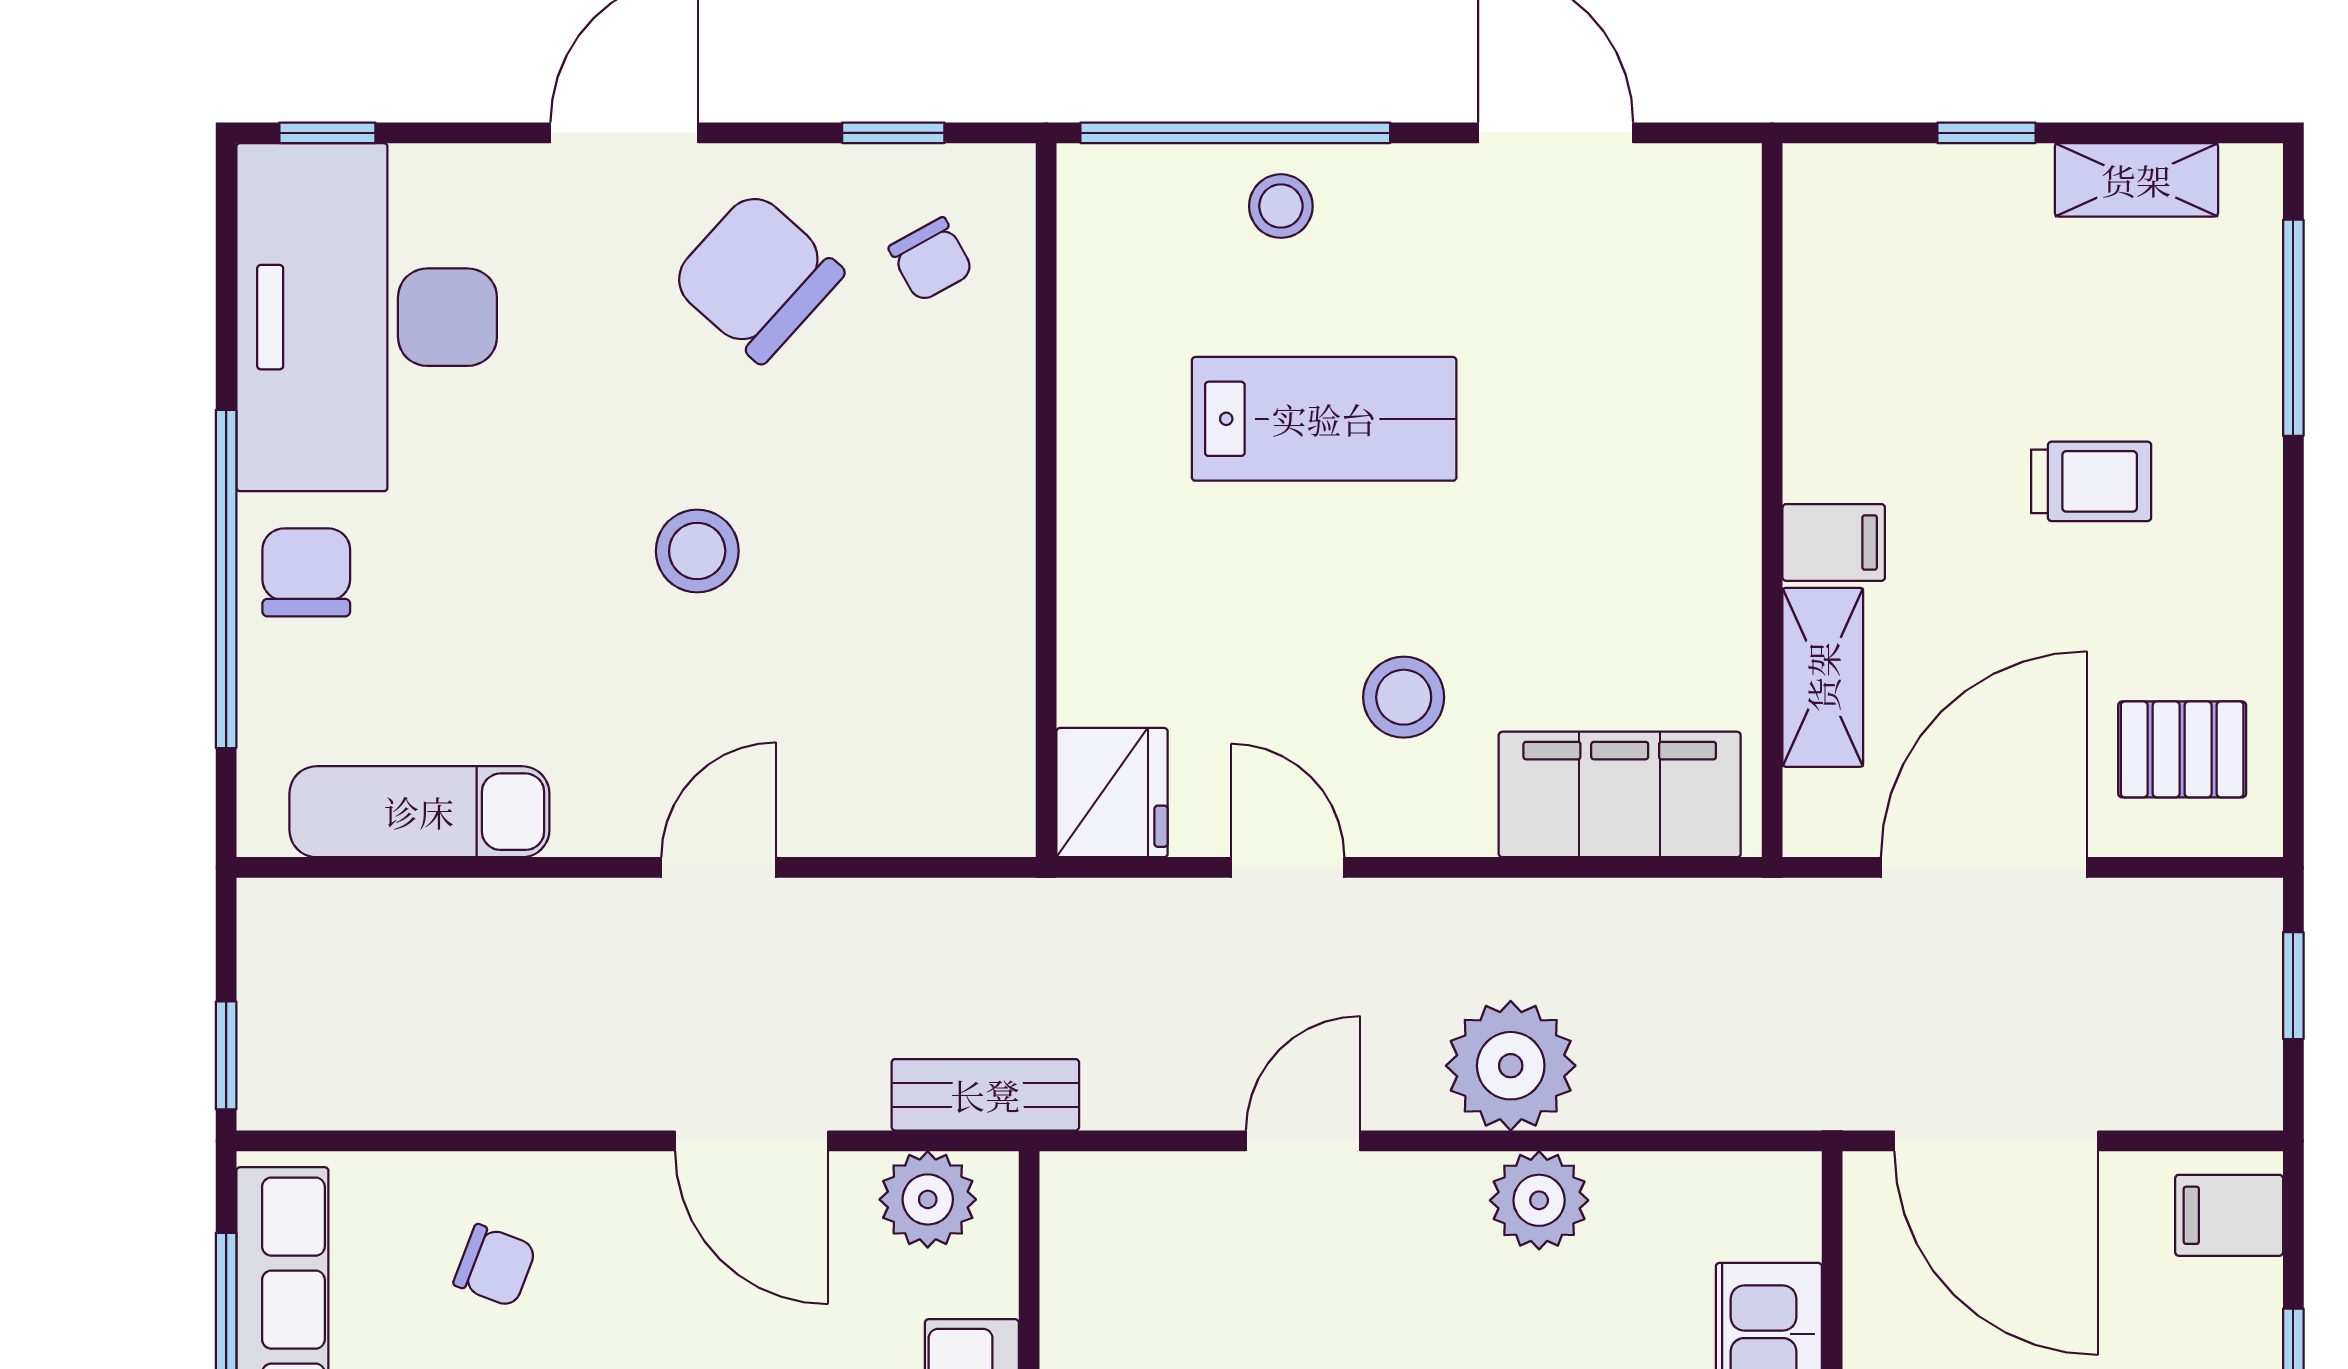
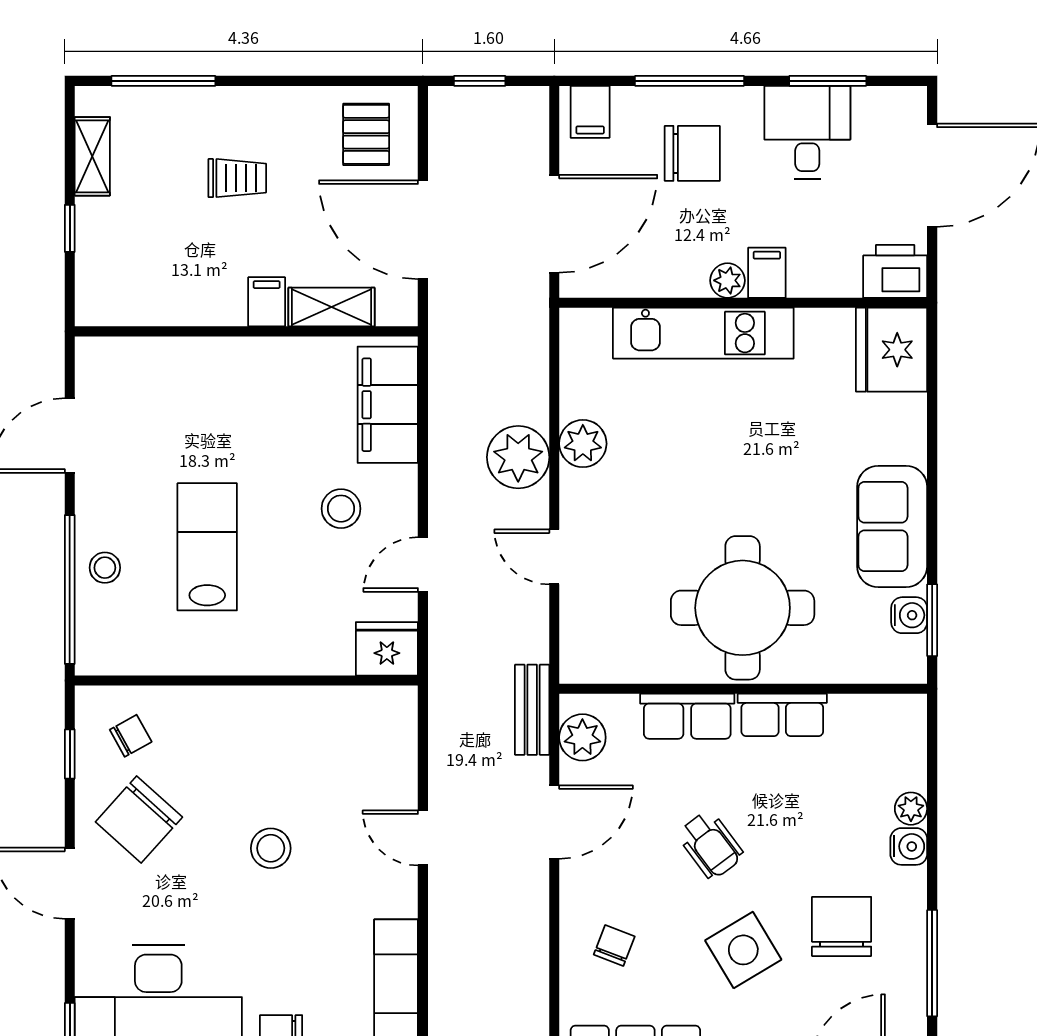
trolley: (2091, 481) -> (237, 178), turned 90

